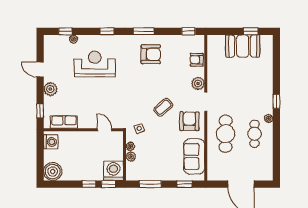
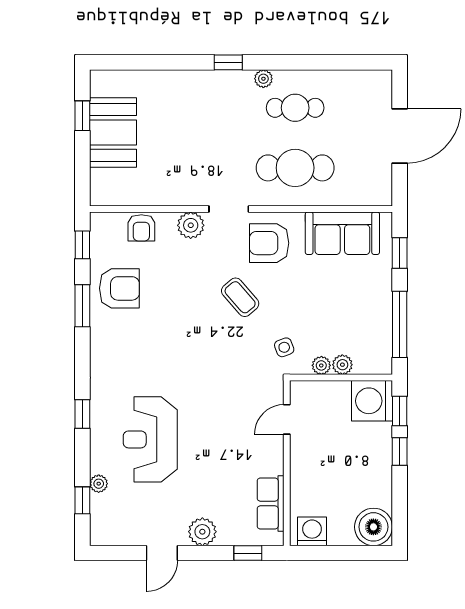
window: (144, 31) -> (82, 306), moved
armchair: (151, 54) -> (119, 288), moved, turned 90
window: (150, 184) -> (400, 324), width x1.44

